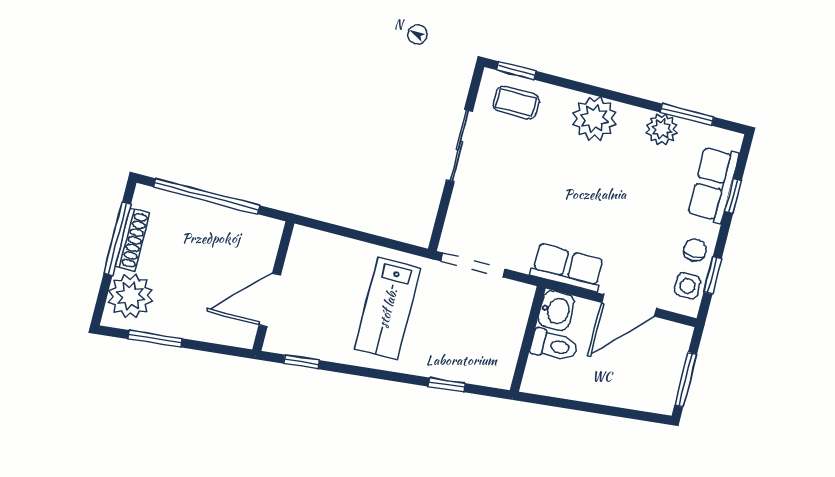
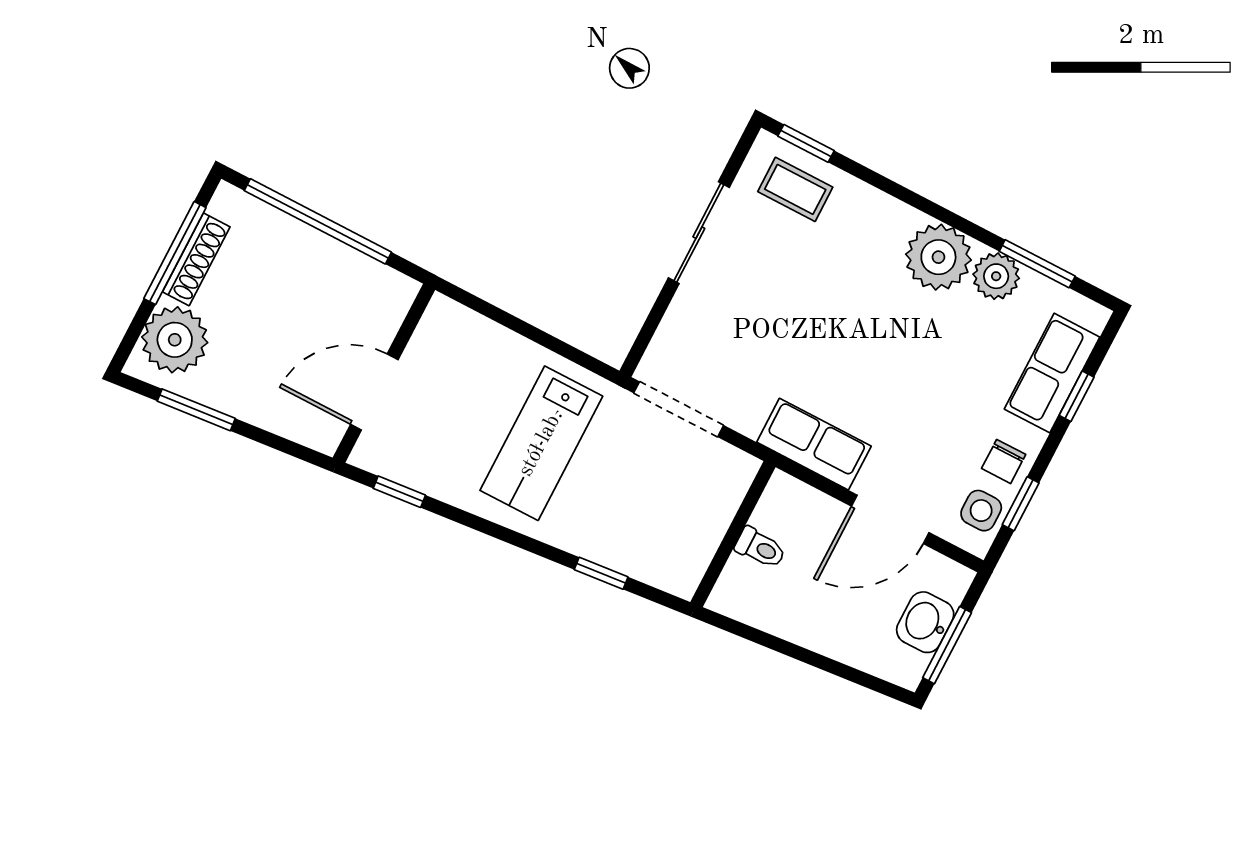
plant: (594, 118) -> (938, 257), moved
chair: (695, 250) -> (1004, 461), turned 180
washbasin: (556, 310) -> (925, 622), moved, turned 180
toilet: (554, 346) -> (760, 548), width x0.73, depth x0.72

